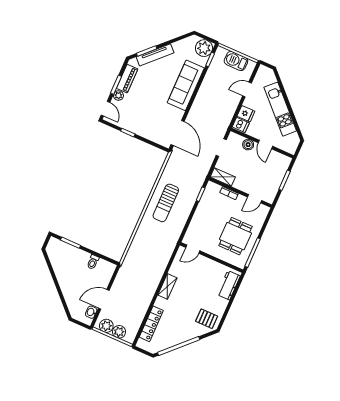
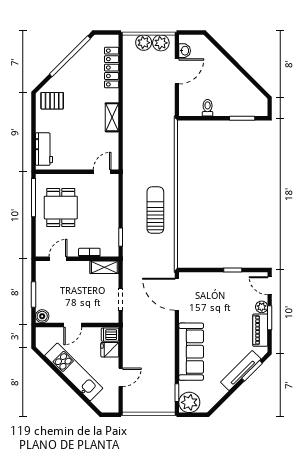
barbecue: (236, 61) -> (147, 404), removed
boiler: (248, 145) -> (42, 316), moved
door: (265, 145) -> (73, 325), swing flipped

